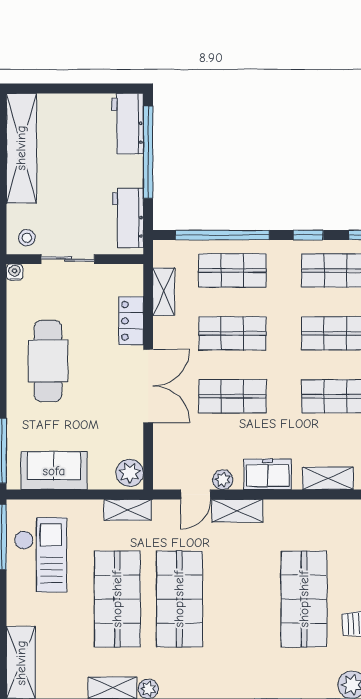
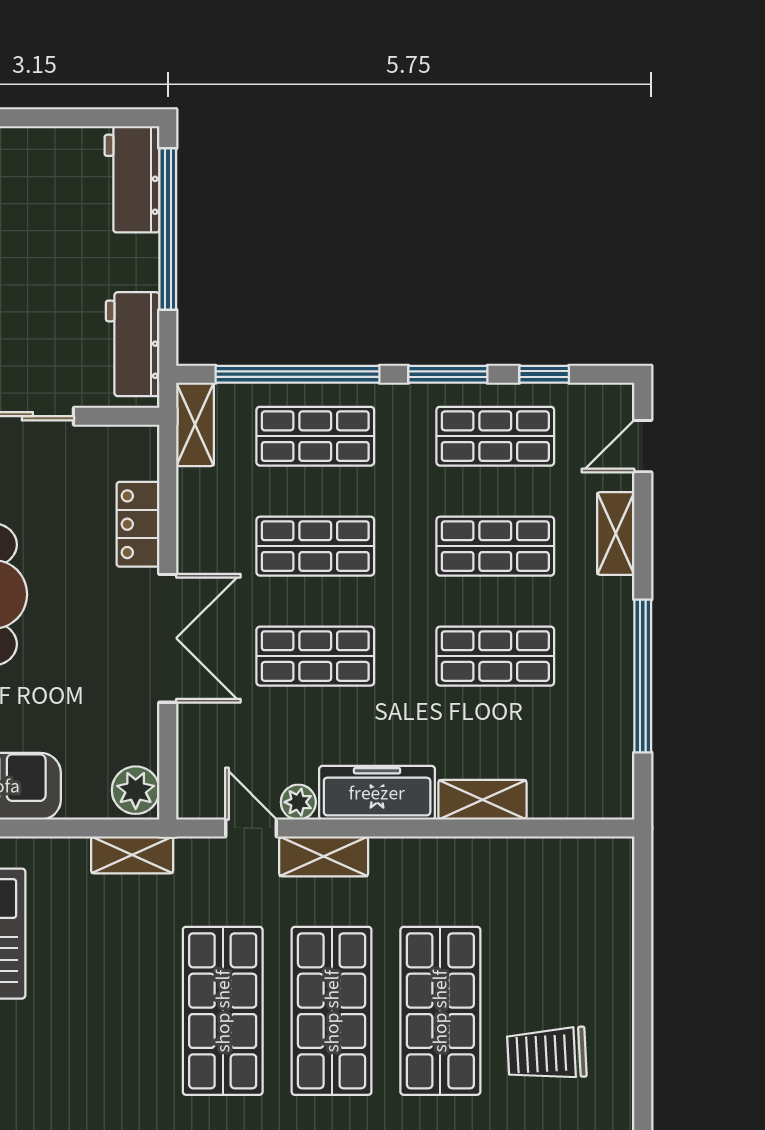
window: (308, 235) -> (448, 374), width x1.50
shelving: (164, 292) -> (195, 424), moved
freezer: (268, 474) -> (377, 793), width x1.40
door: (196, 495) -> (251, 828), swing flipped
shop shelf: (117, 599) -> (332, 1011), moved

